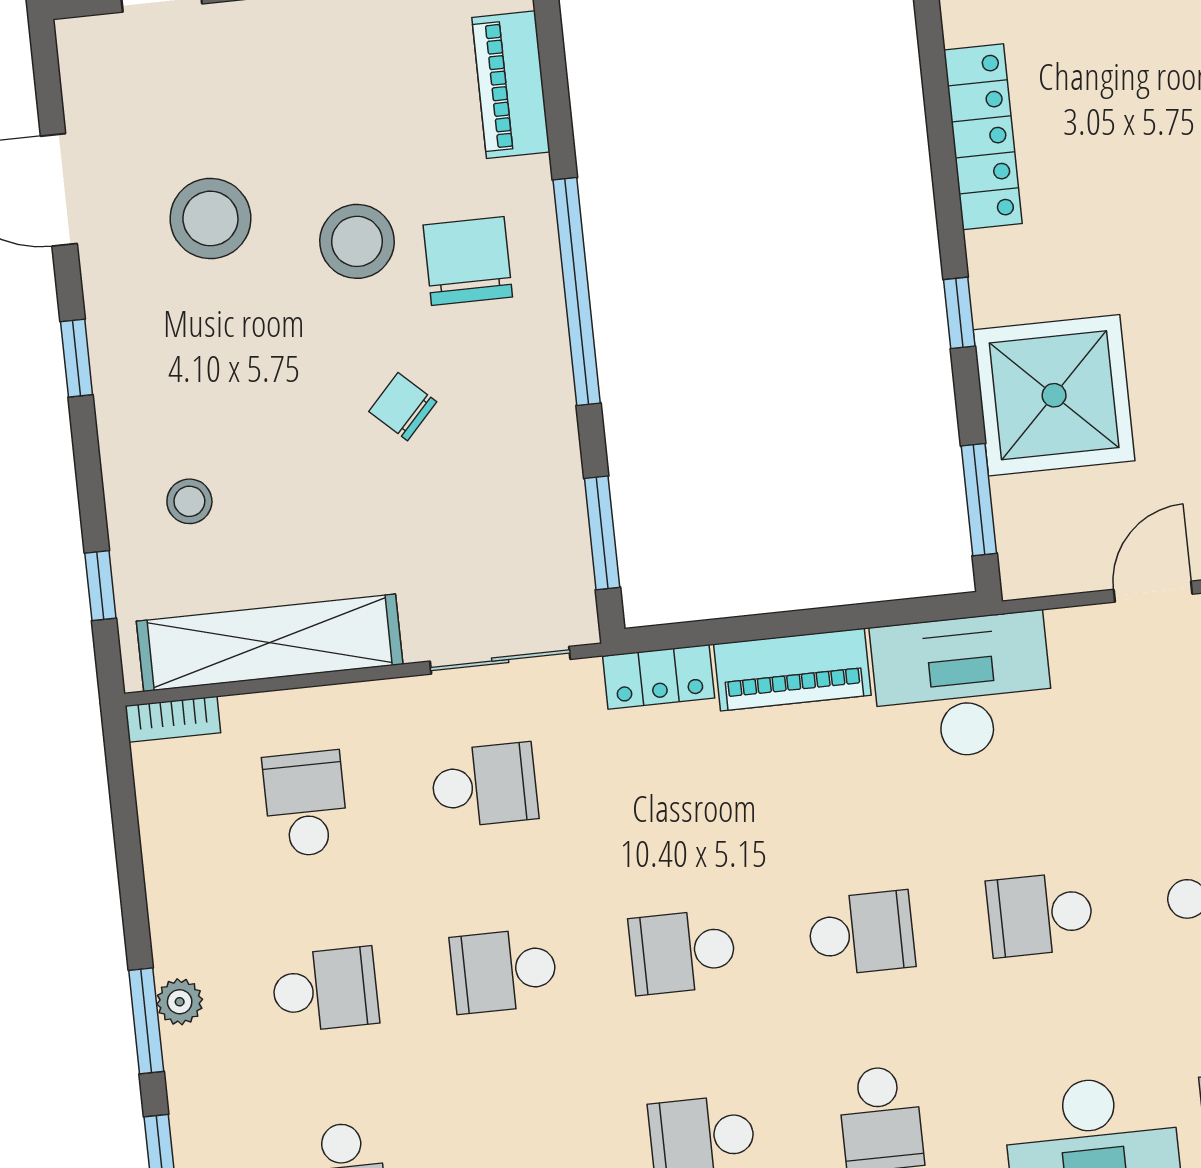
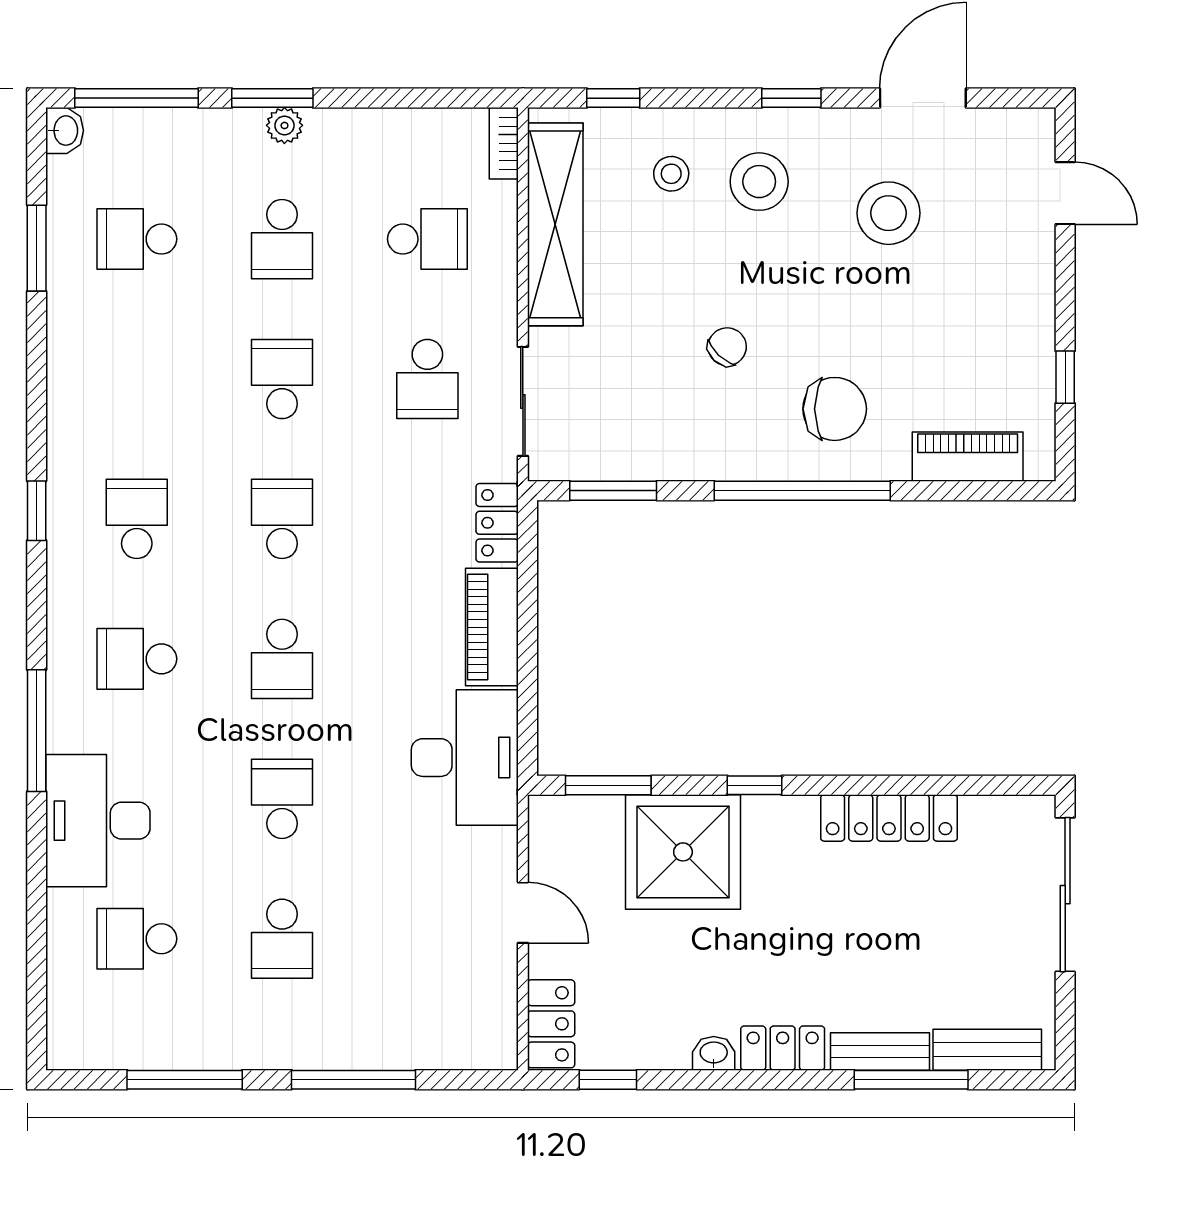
stool: (357, 241) -> (759, 182), moved

